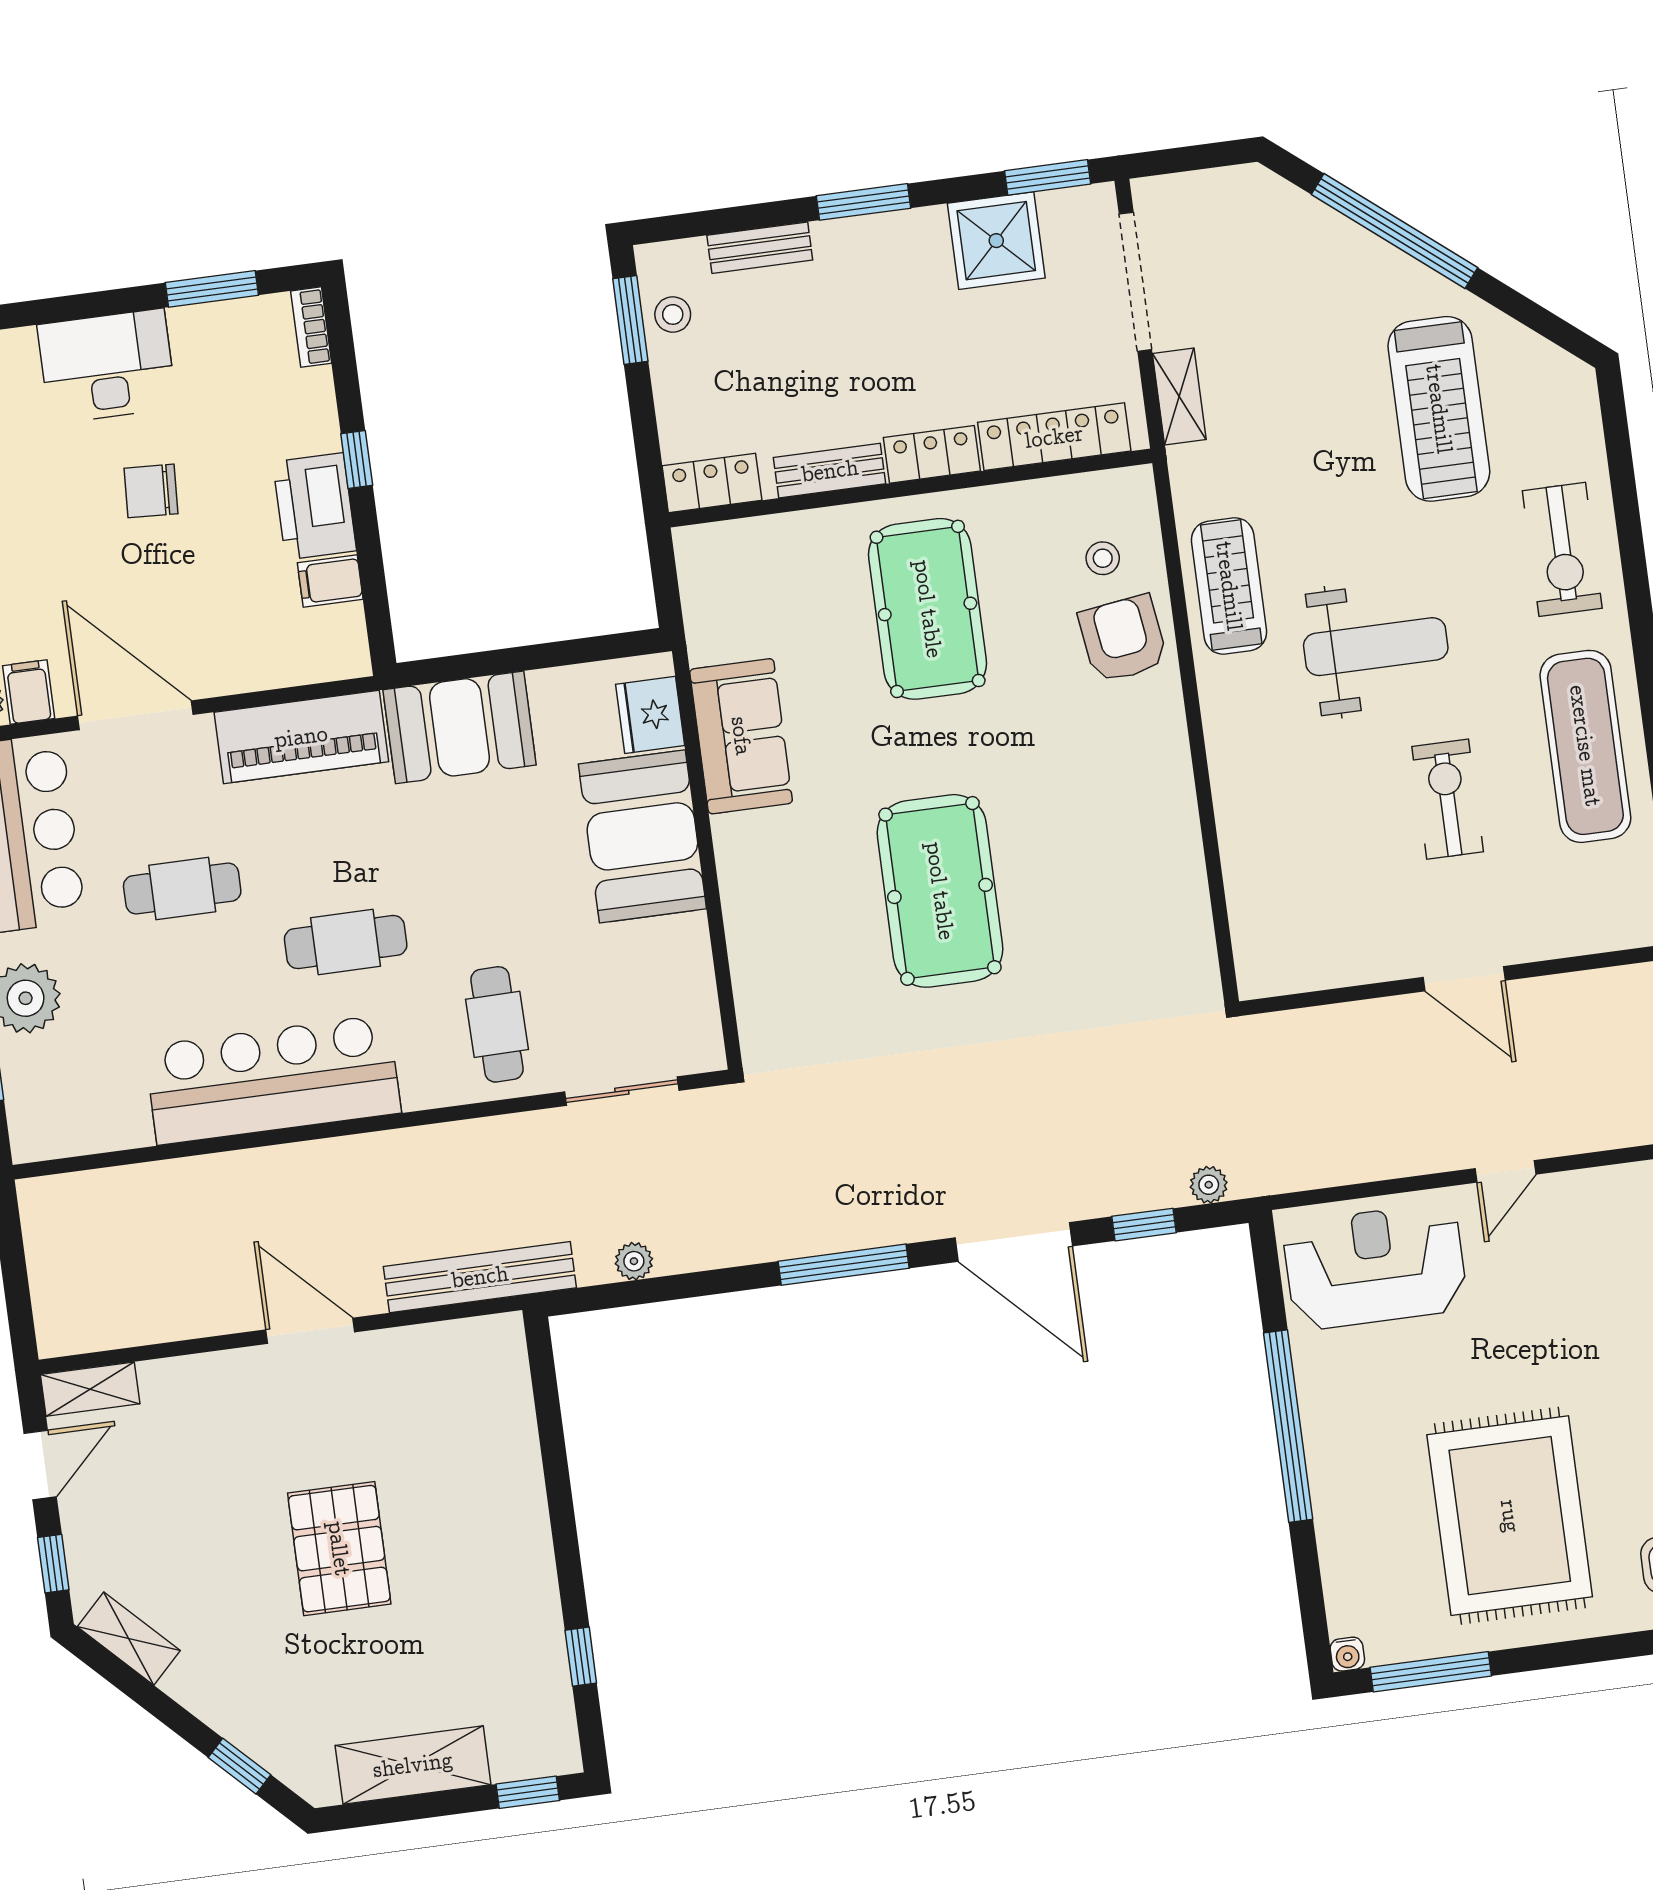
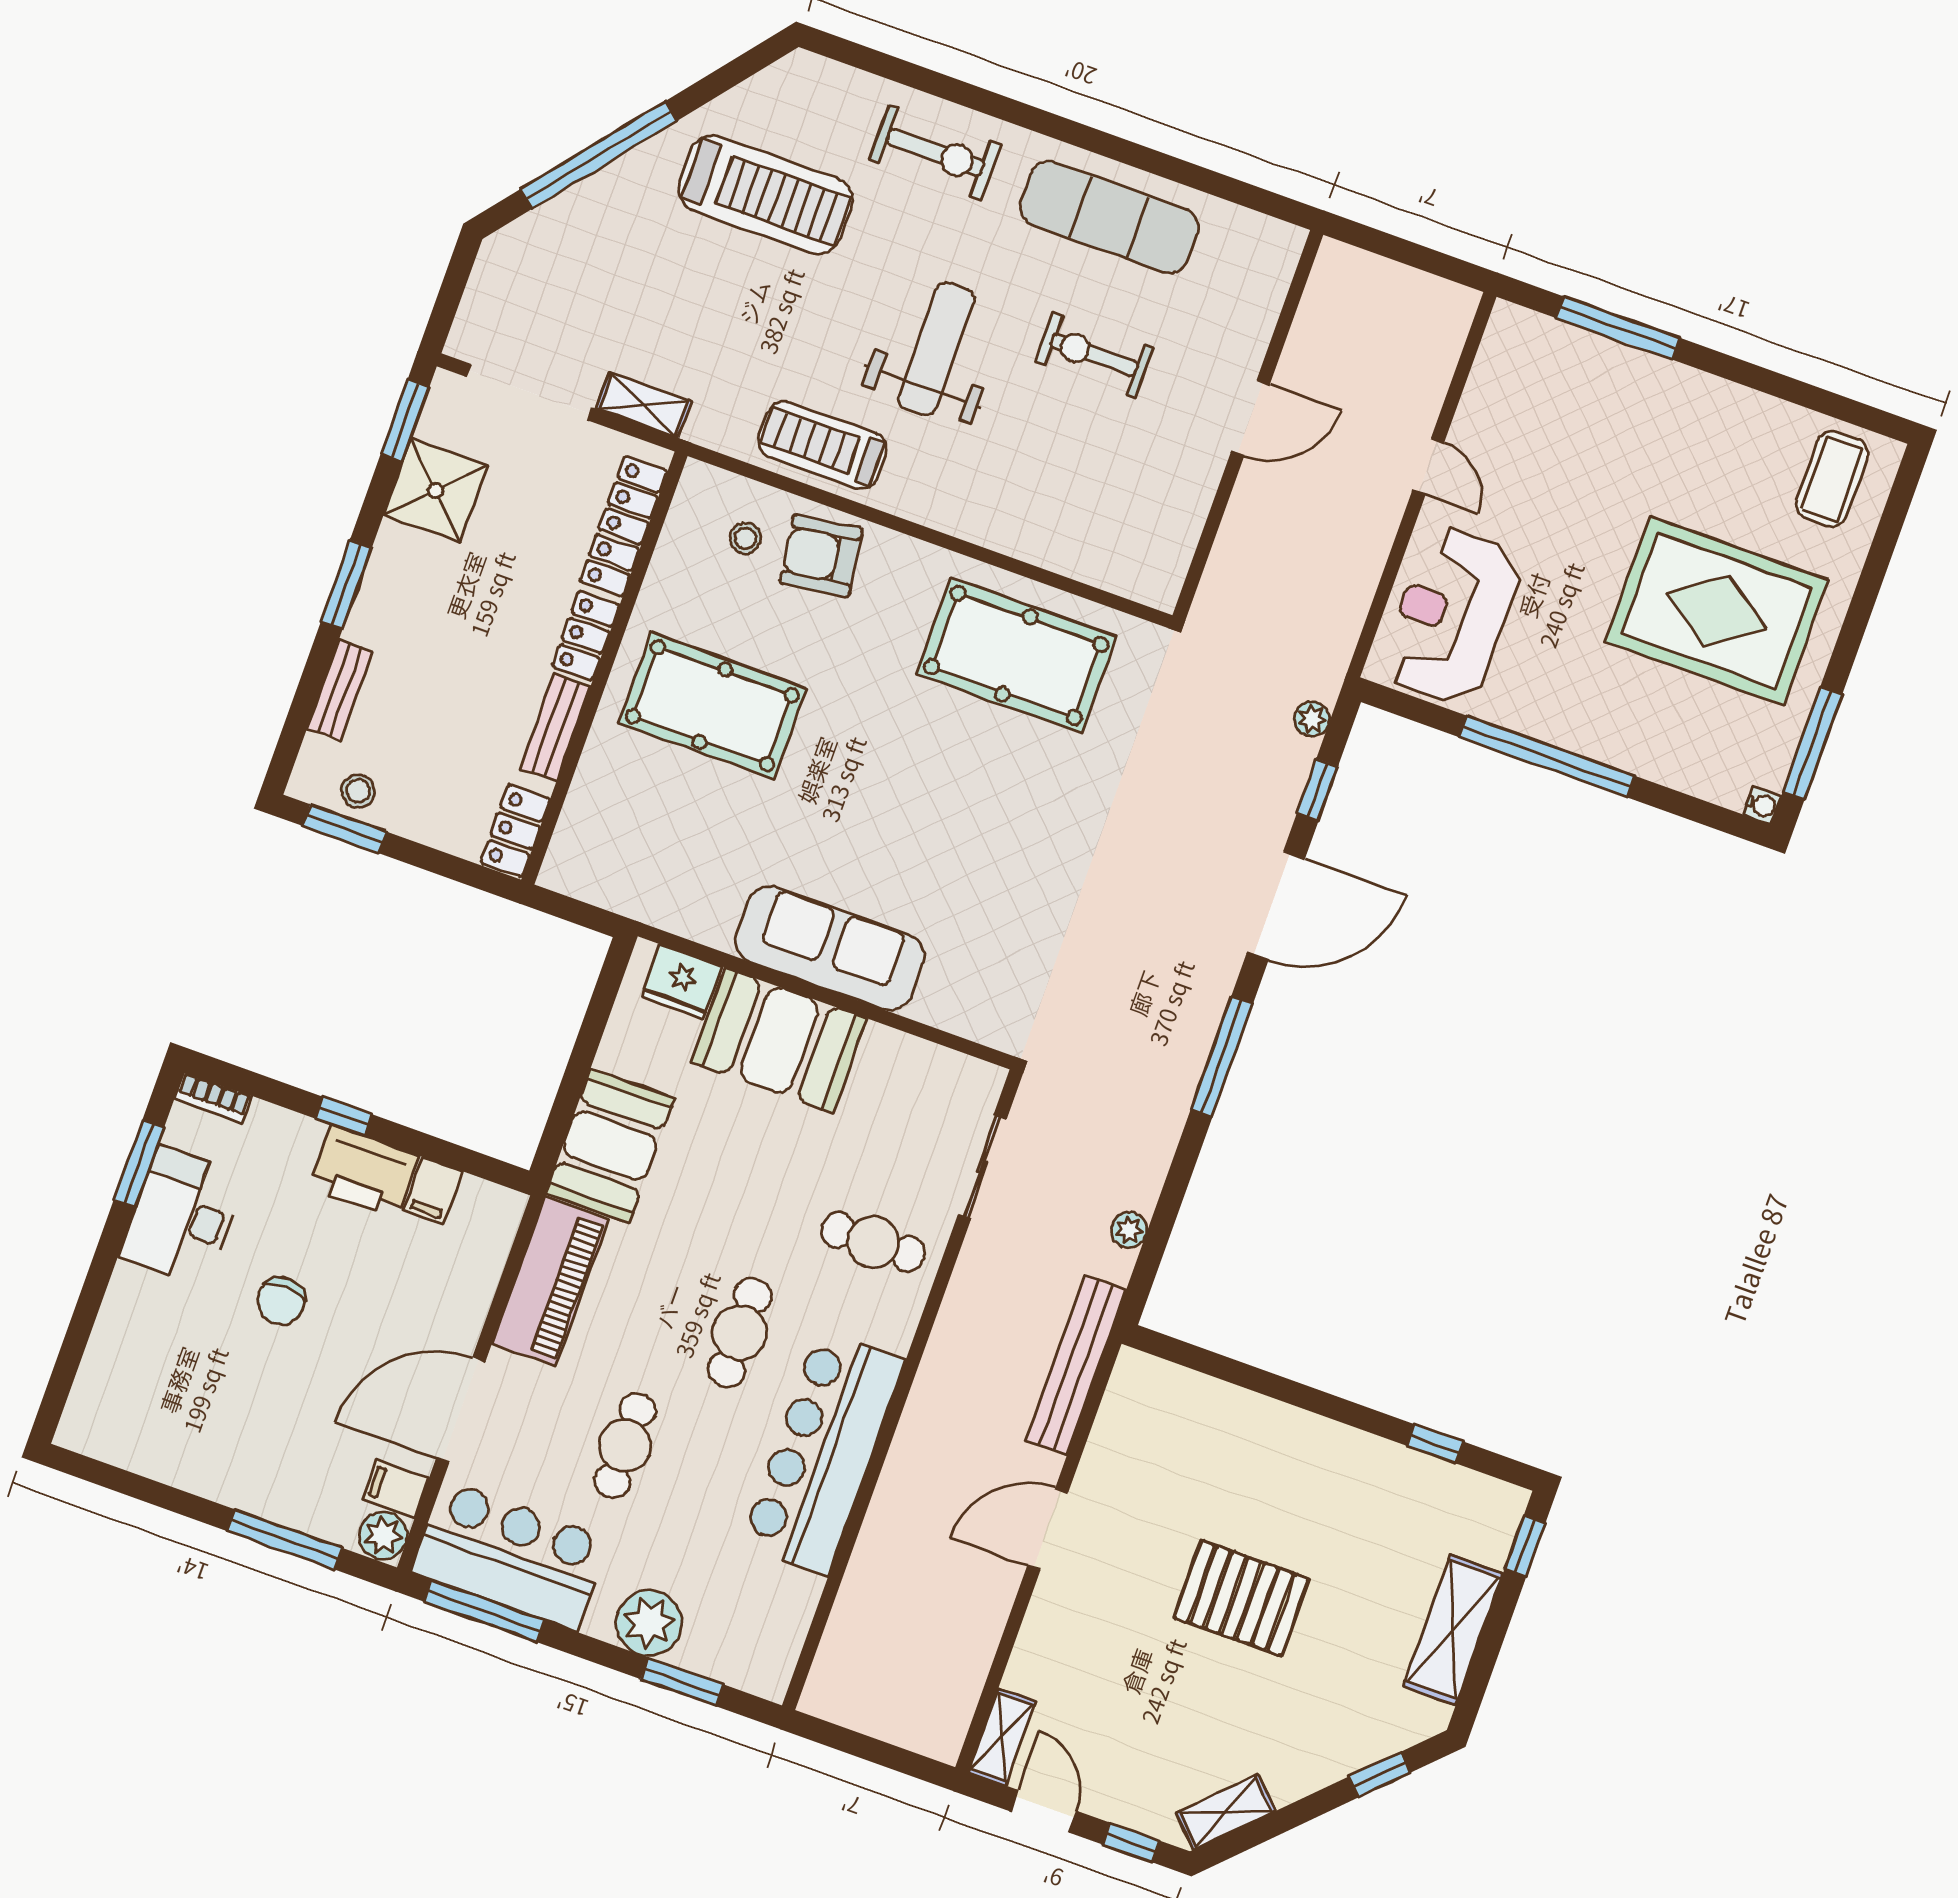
desk: (107, 366) -> (183, 1216), moved
sofa: (741, 736) -> (830, 948), moved, width x1.36
pool table: (940, 891) -> (1016, 655), moved

